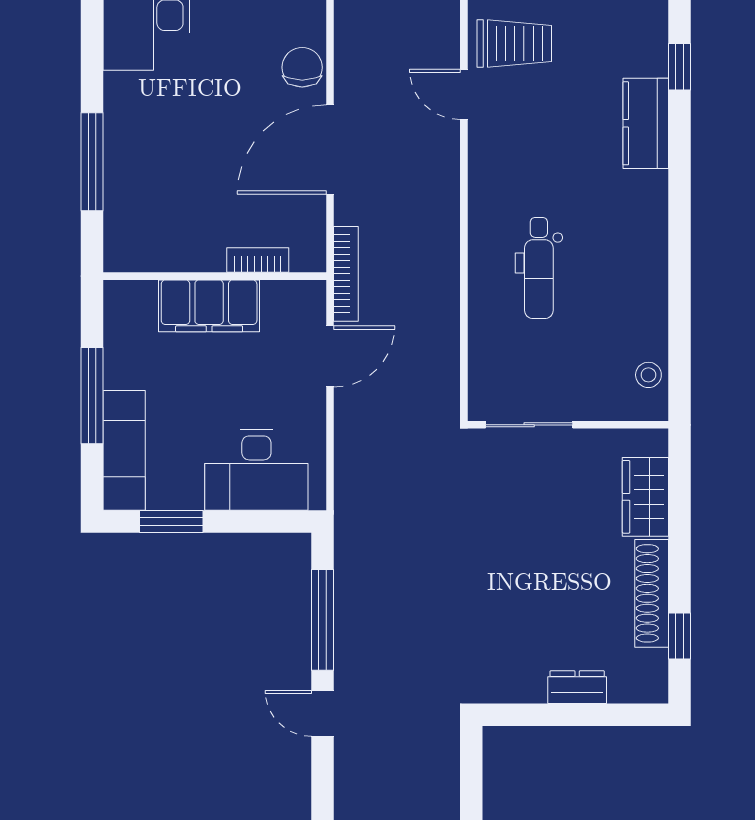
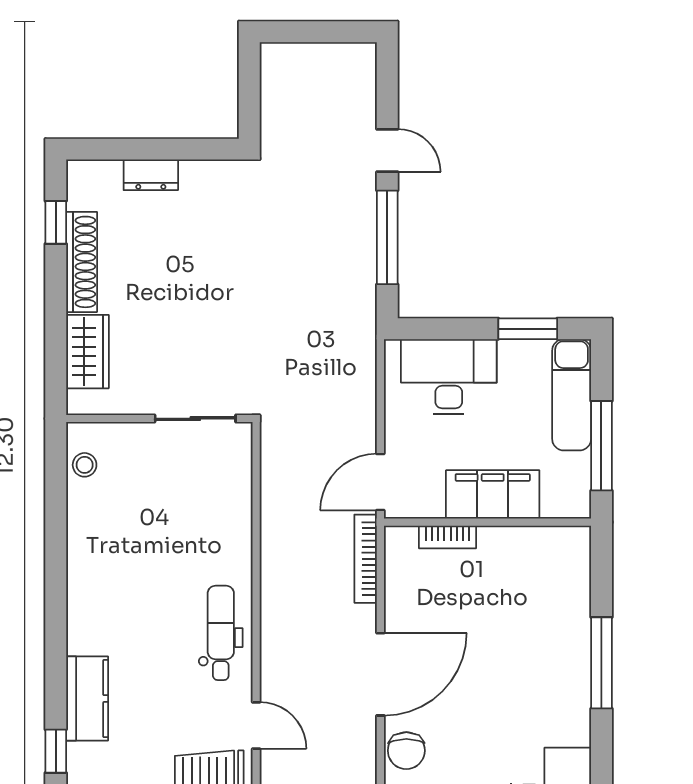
bookcase: (258, 260) -> (448, 537), moved
dental chair: (539, 268) -> (221, 633), moved
wall: (215, 276) -> (487, 522), moved
filing cabinet: (209, 306) -> (493, 494), moved

